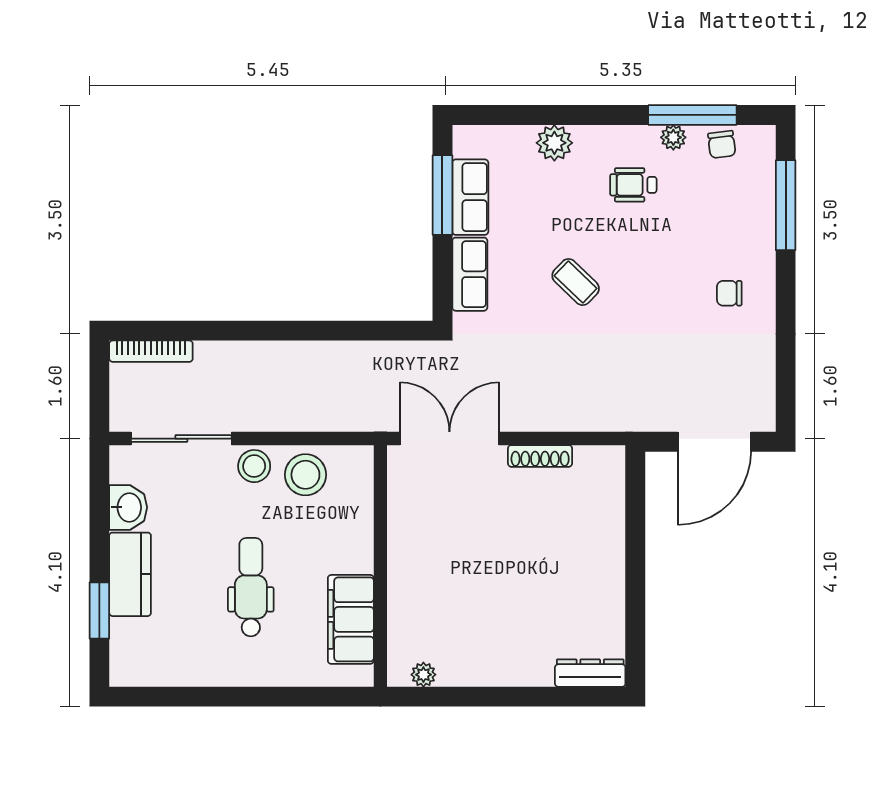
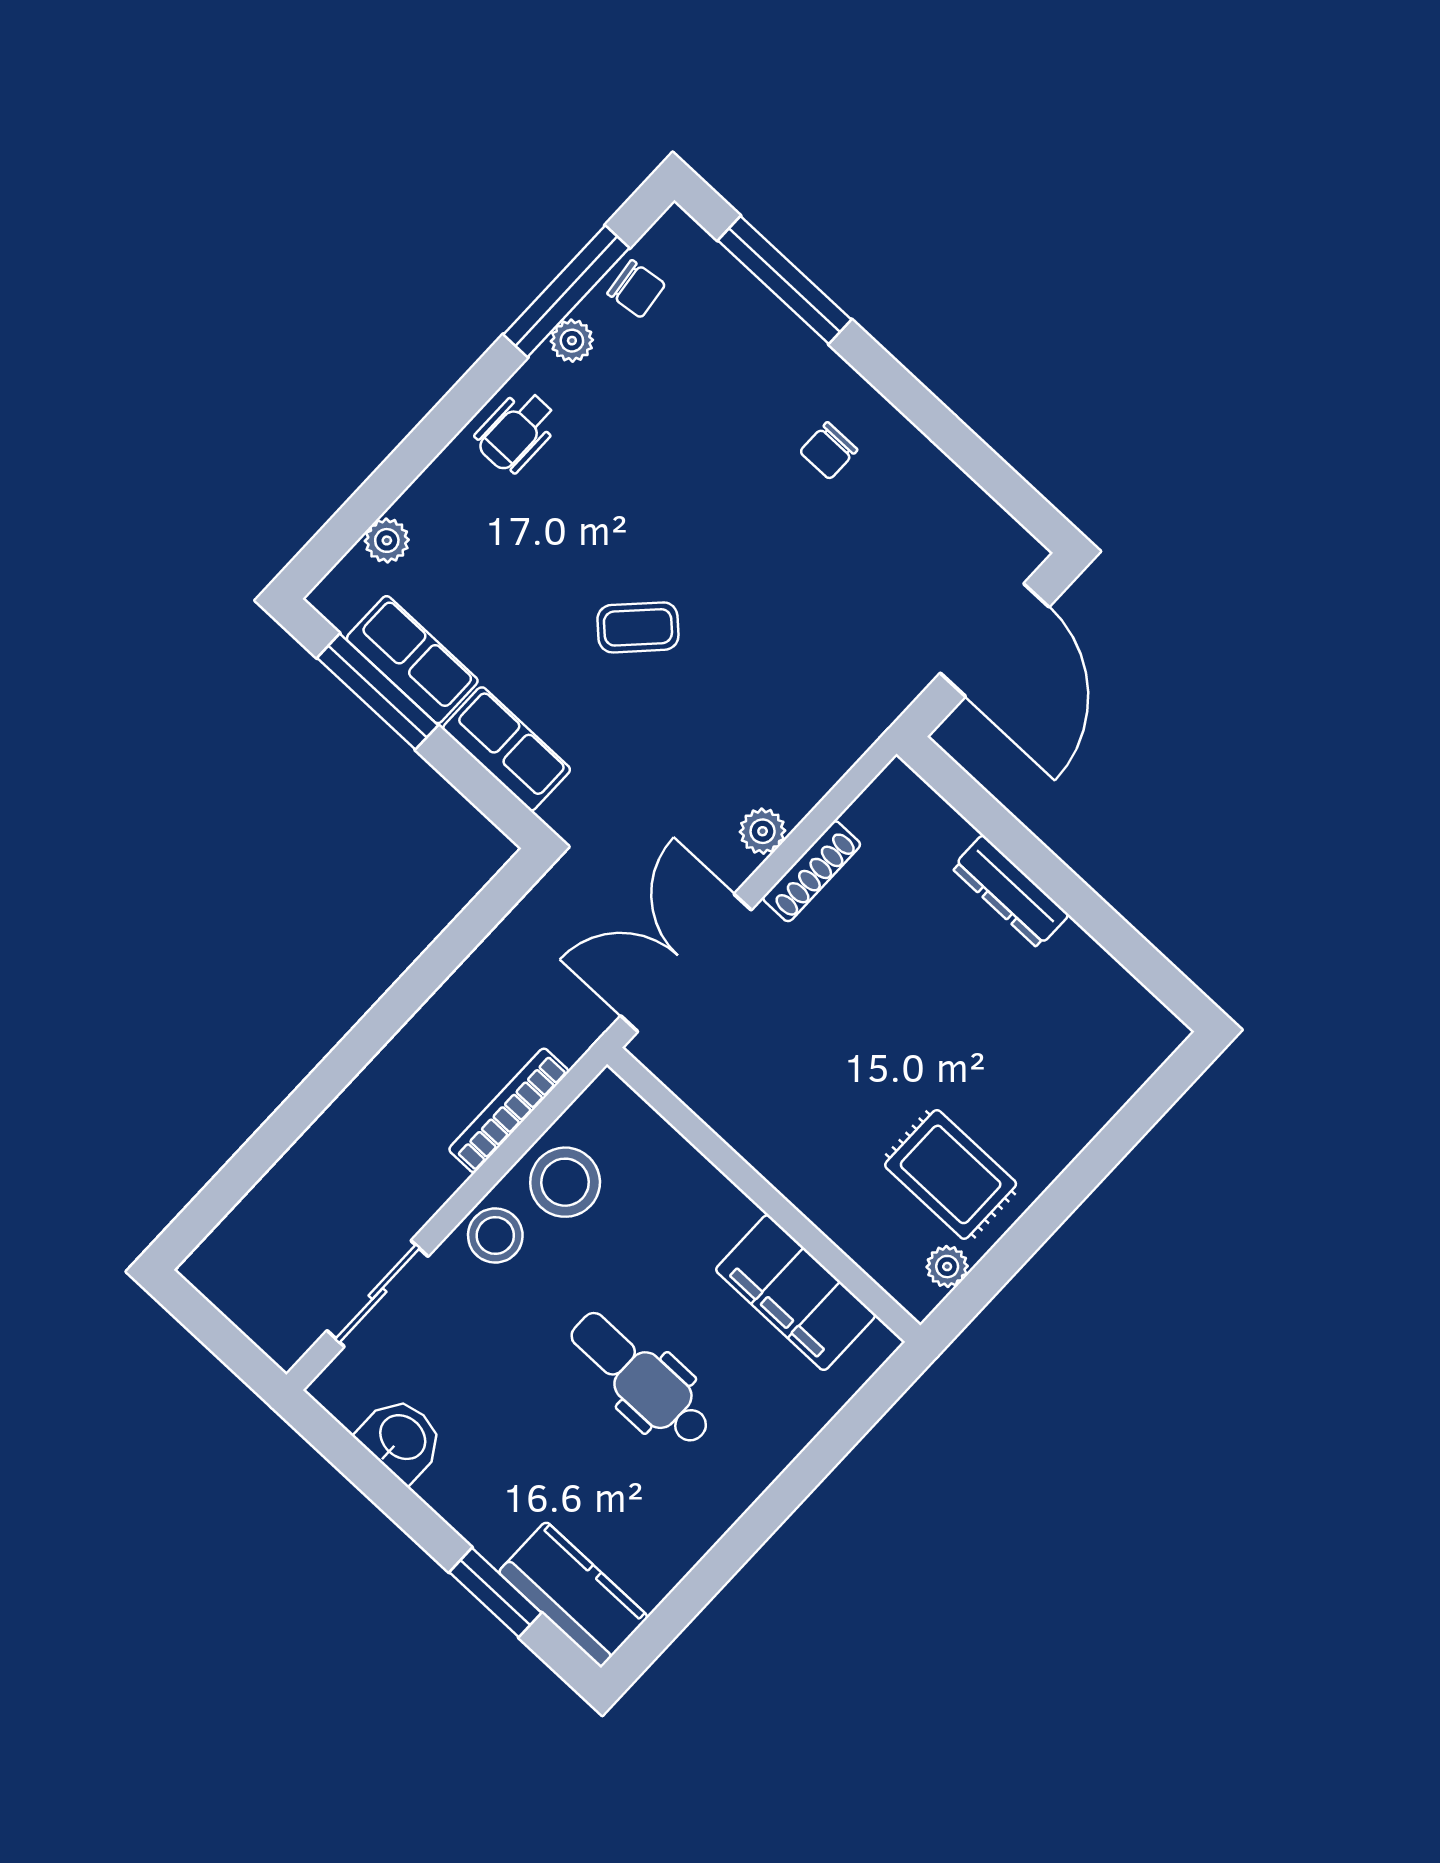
plant: (554, 143) -> (387, 540), moved, width x0.73, depth x0.73
wheelchair: (633, 185) -> (517, 431), moved
bookcase: (151, 351) -> (509, 1110), moved, turned 180
plant: (538, 418) -> (763, 831), added
sliding door: (181, 439) -> (378, 1294), width x0.73
kitchen counter: (130, 574) -> (573, 1594), moved
rug: (465, 639) -> (951, 1174), added
dresser: (590, 673) -> (1010, 891), moved, turned -90

